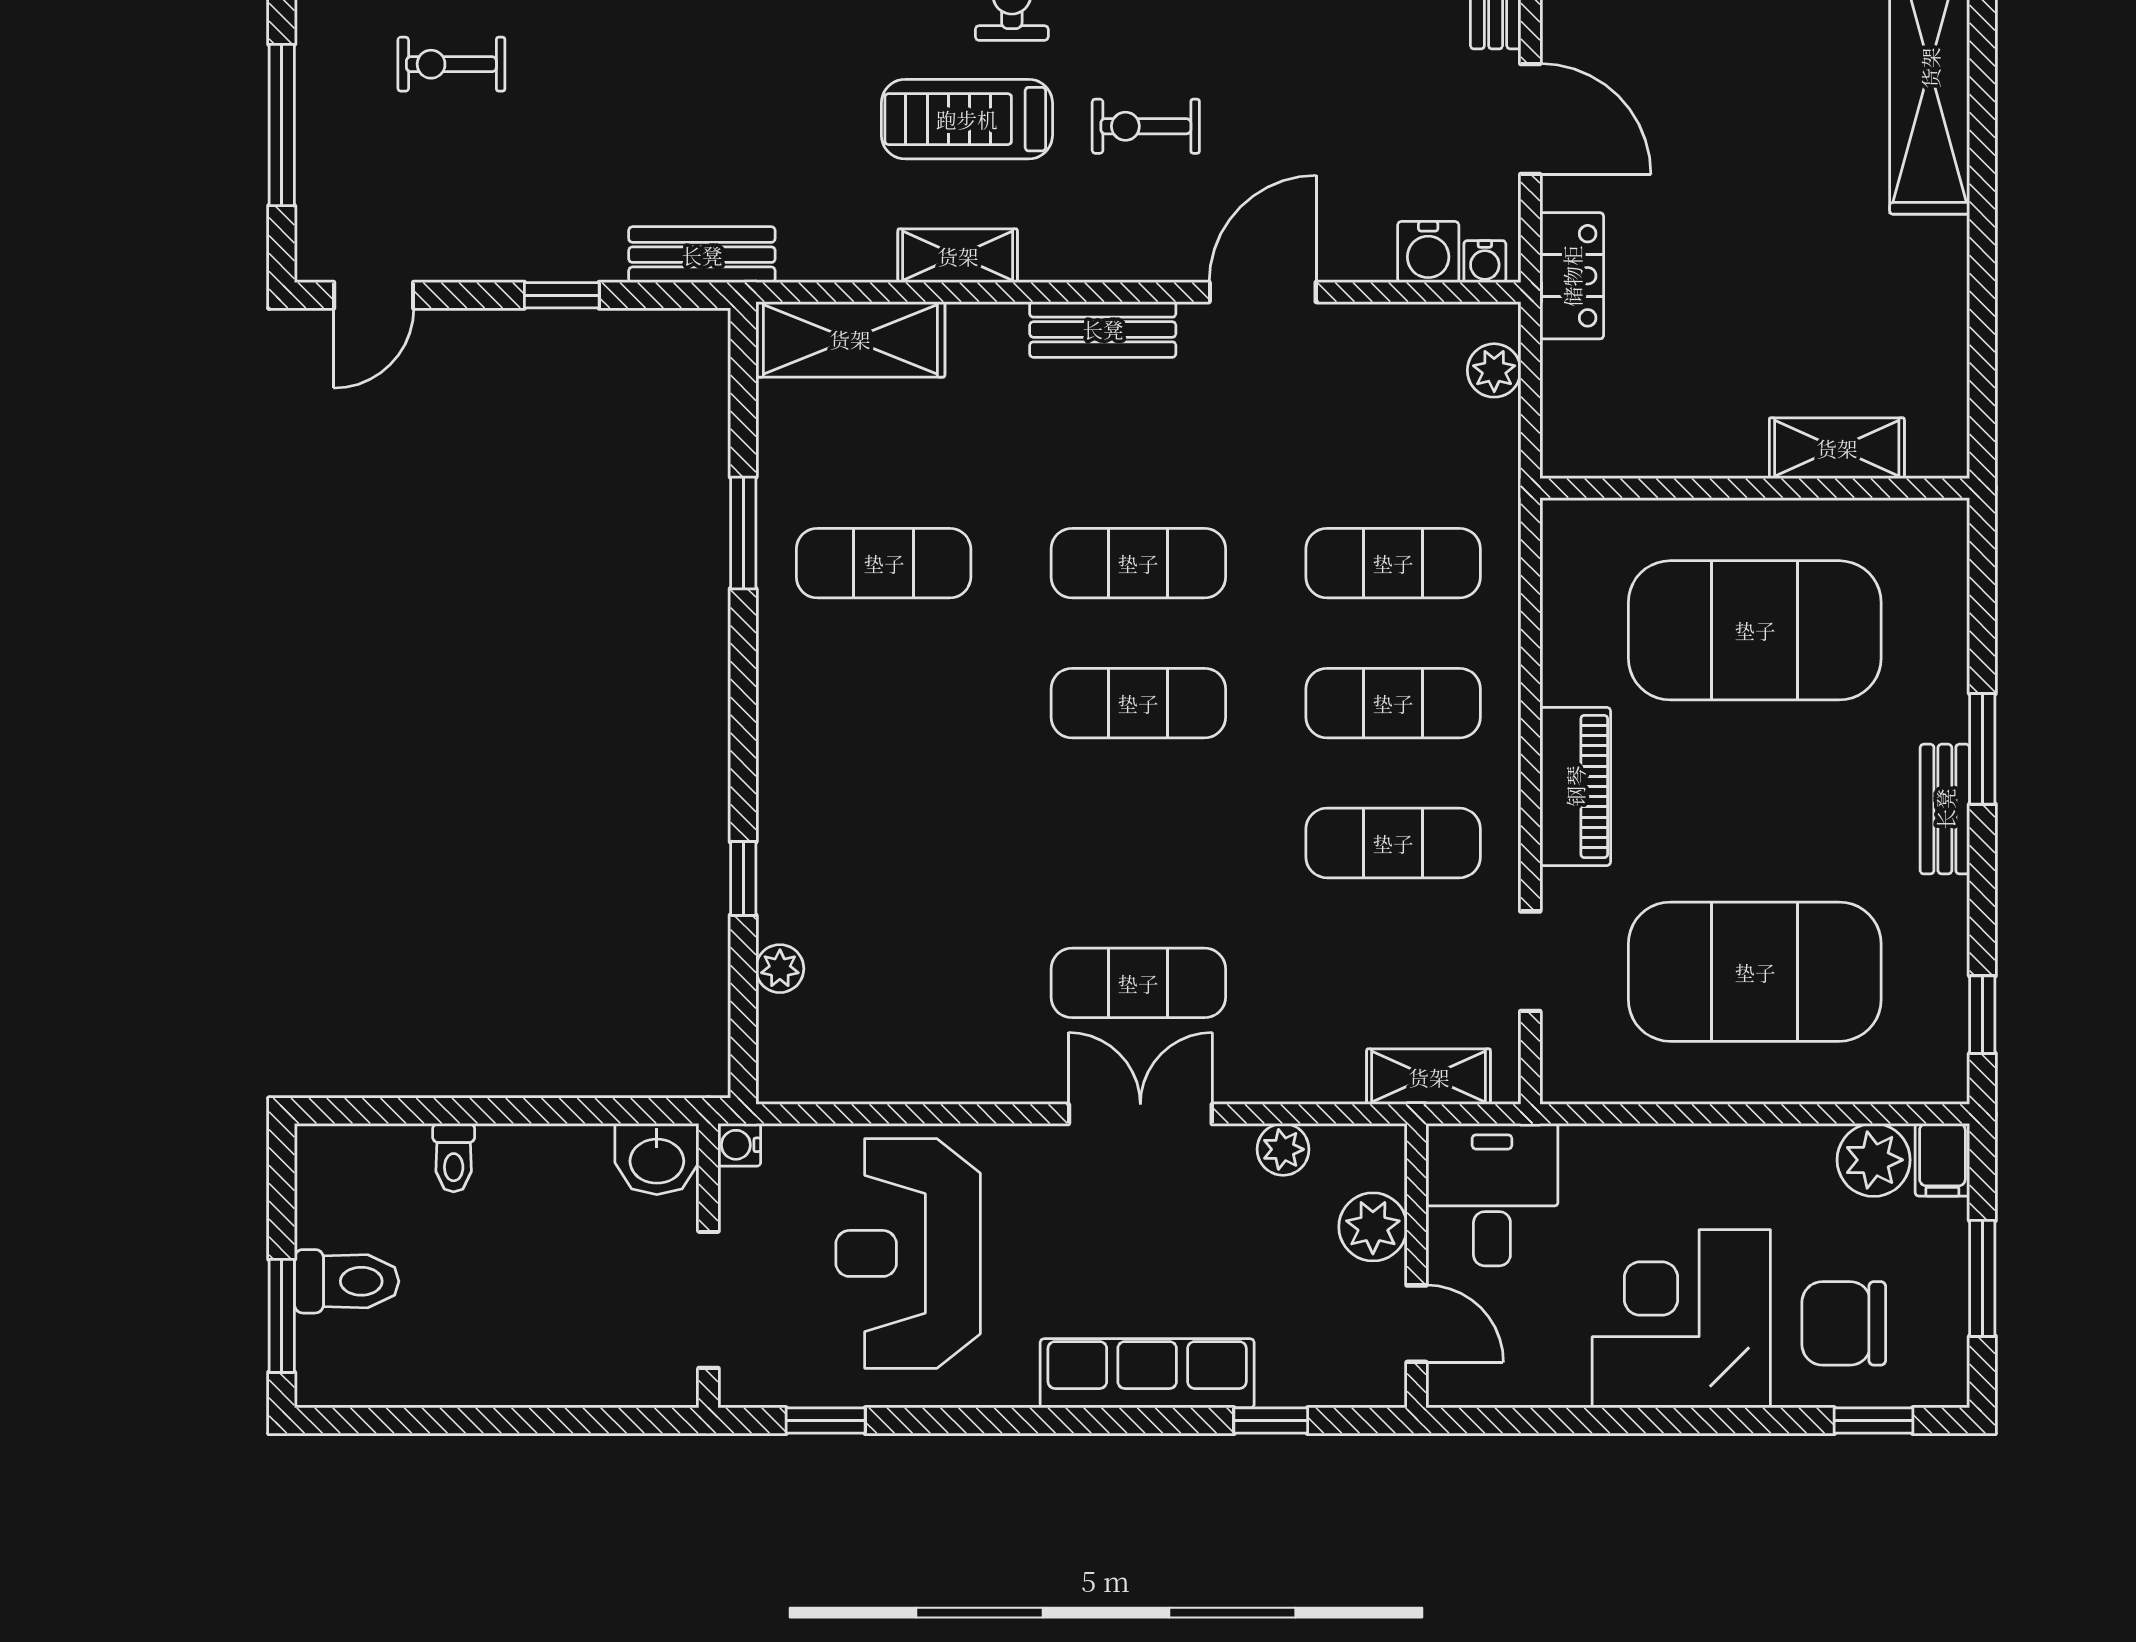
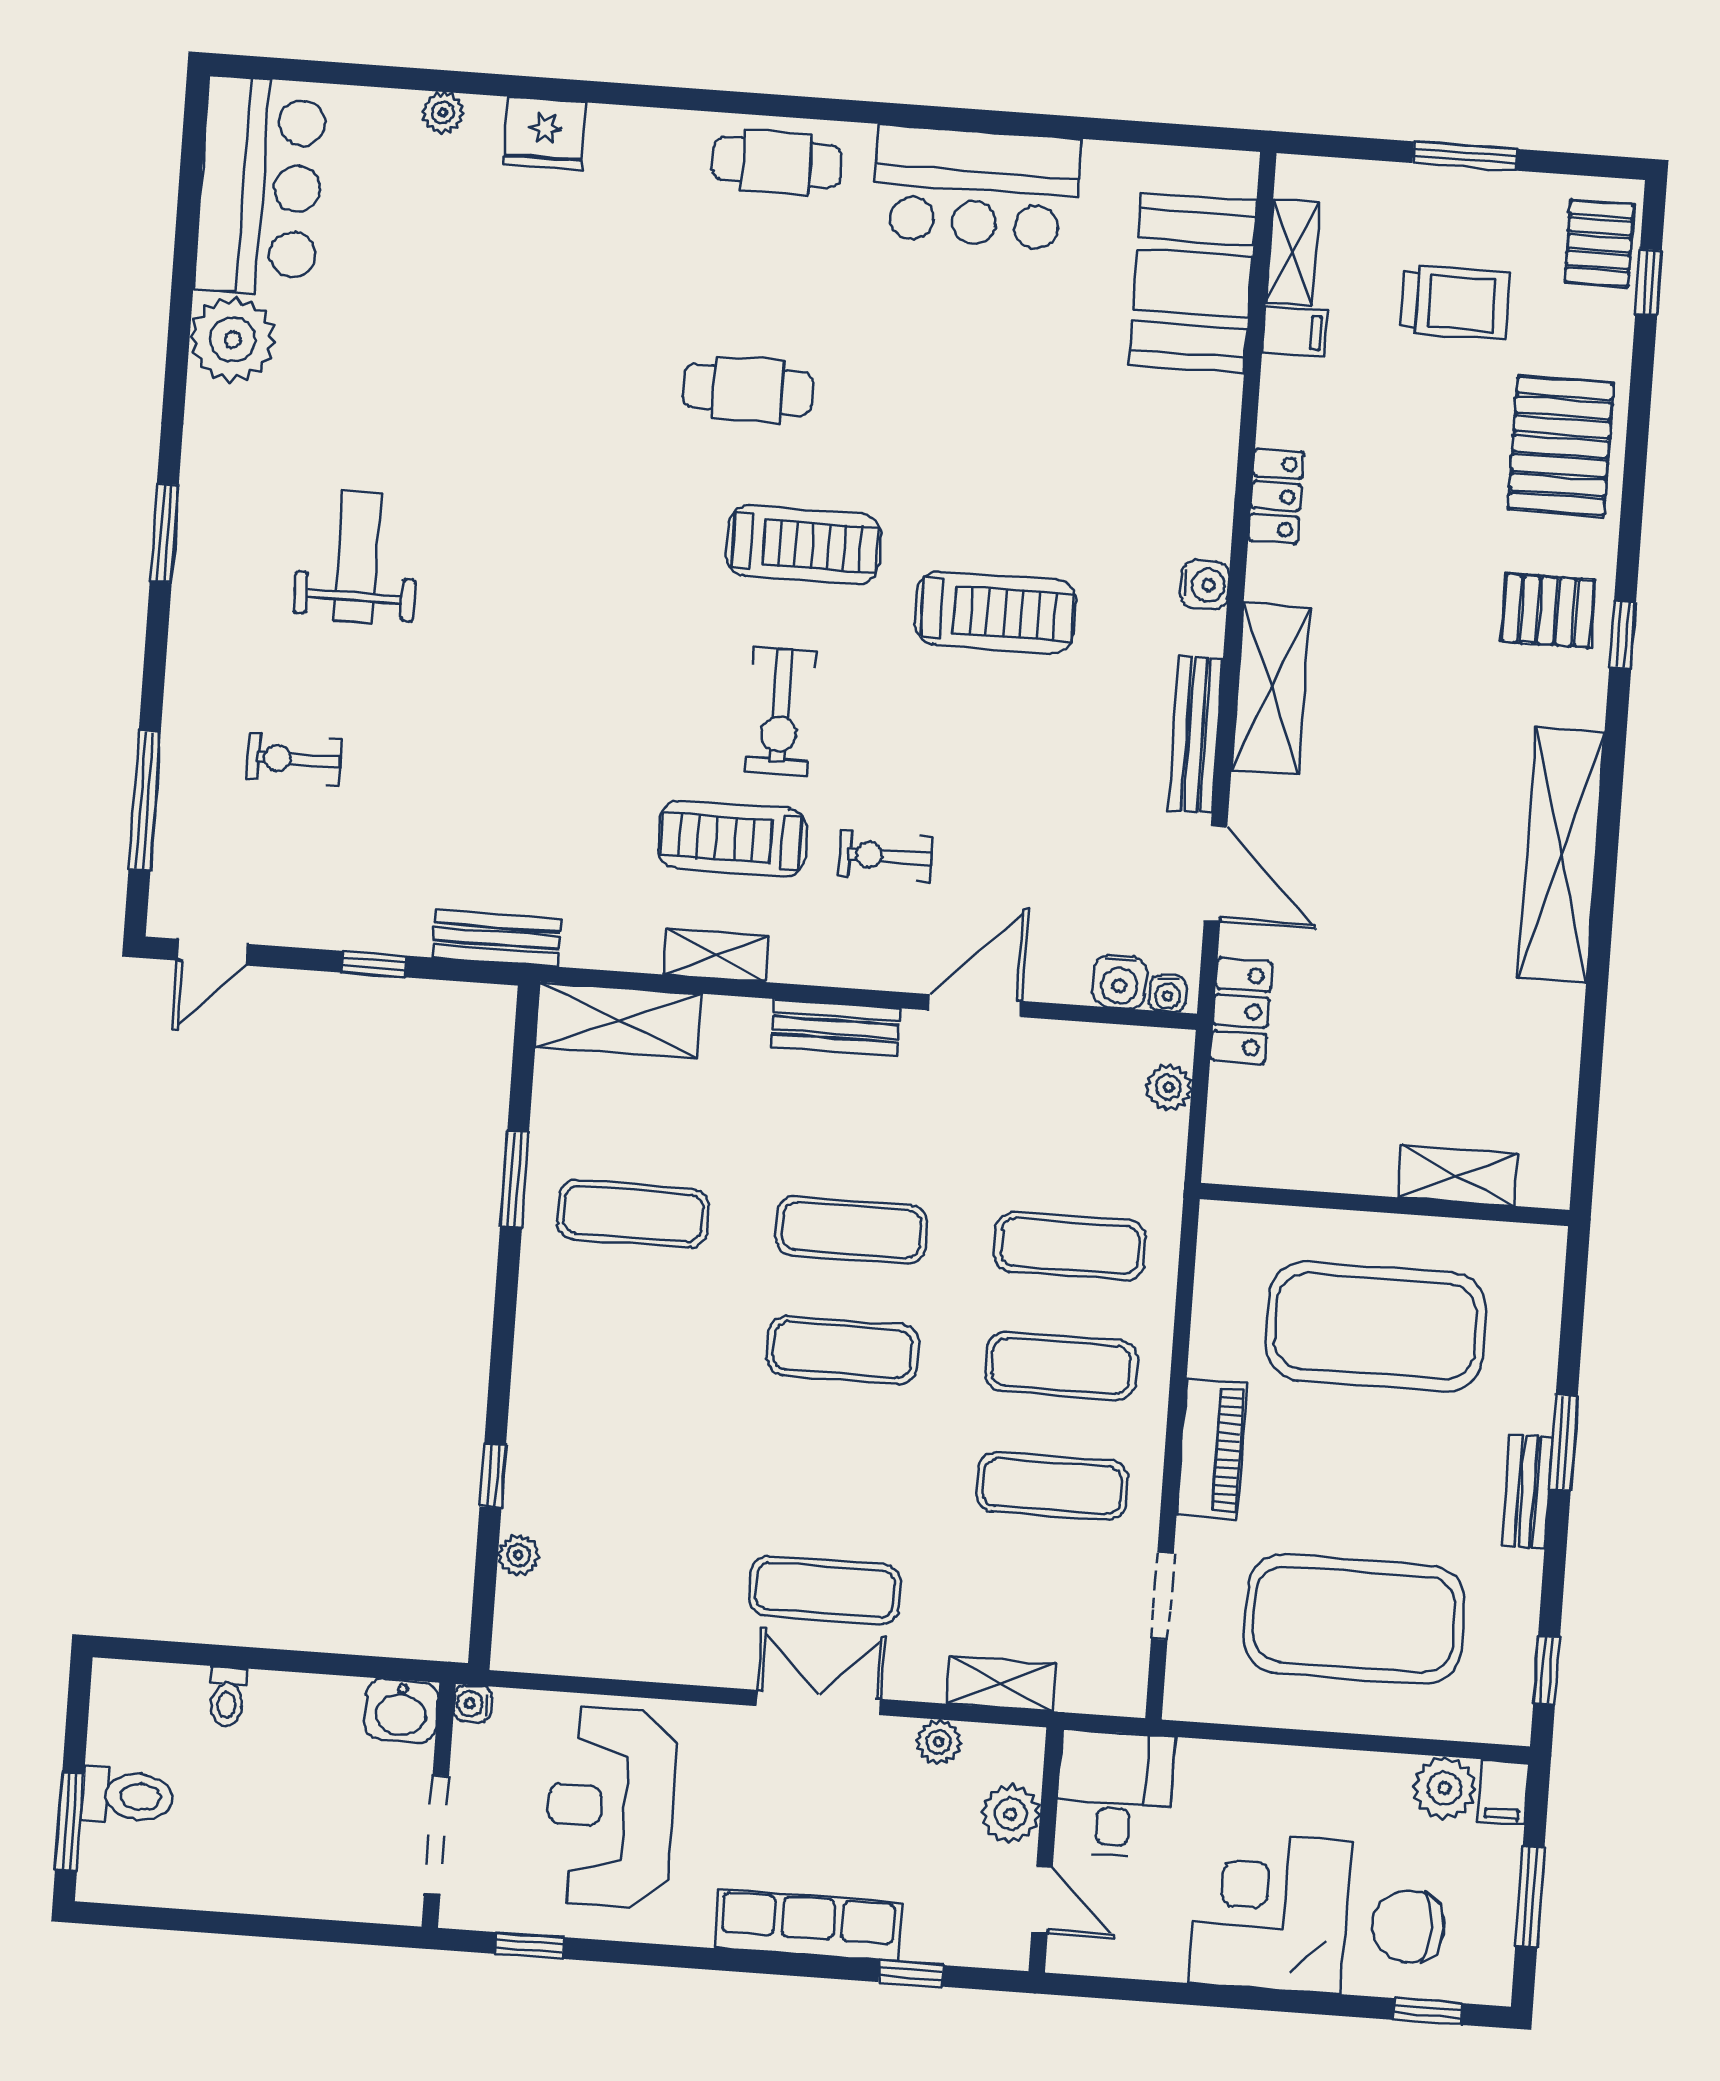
shelving: (1429, 1077) -> (1001, 1684), moved

